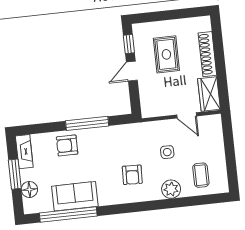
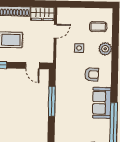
door: (132, 71) -> (33, 66), moved
armchair: (67, 145) -> (65, 117), removed
sofa: (75, 196) -> (102, 103), moved

